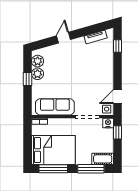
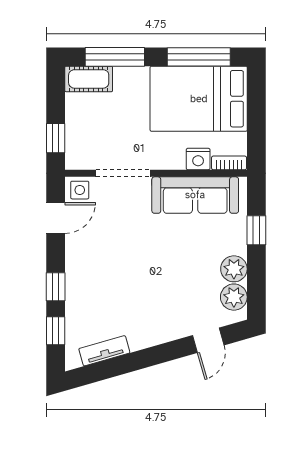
door: (64, 38) -> (208, 340), moved
window: (117, 66) -> (56, 287), added
window: (27, 79) -> (256, 230), moved
nightstand: (108, 123) -> (198, 159), moved

